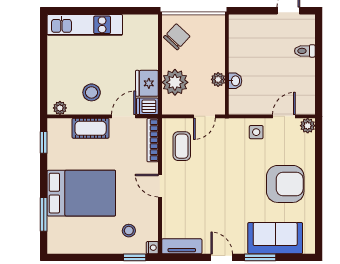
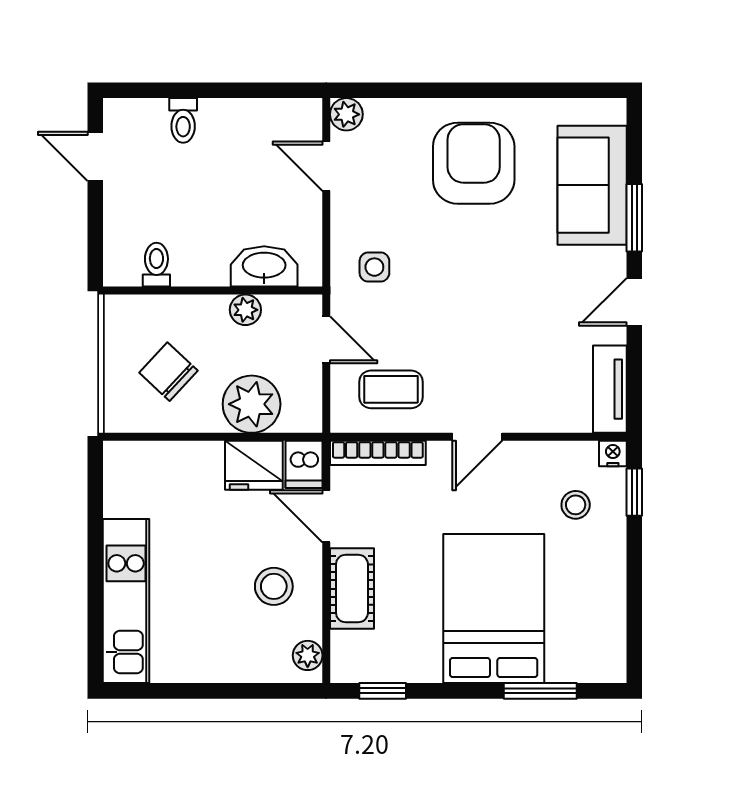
chair: (177, 37) -> (169, 372), moved
toilet: (239, 39) -> (156, 265), added
washbasin: (235, 81) -> (264, 266), width x1.91, depth x1.45
side table: (256, 132) -> (374, 267), moved

